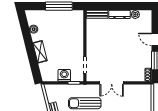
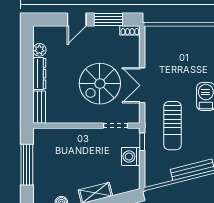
spiral stairs: (113, 55) -> (100, 84), added
double door: (112, 83) -> (142, 85), swing flipped

